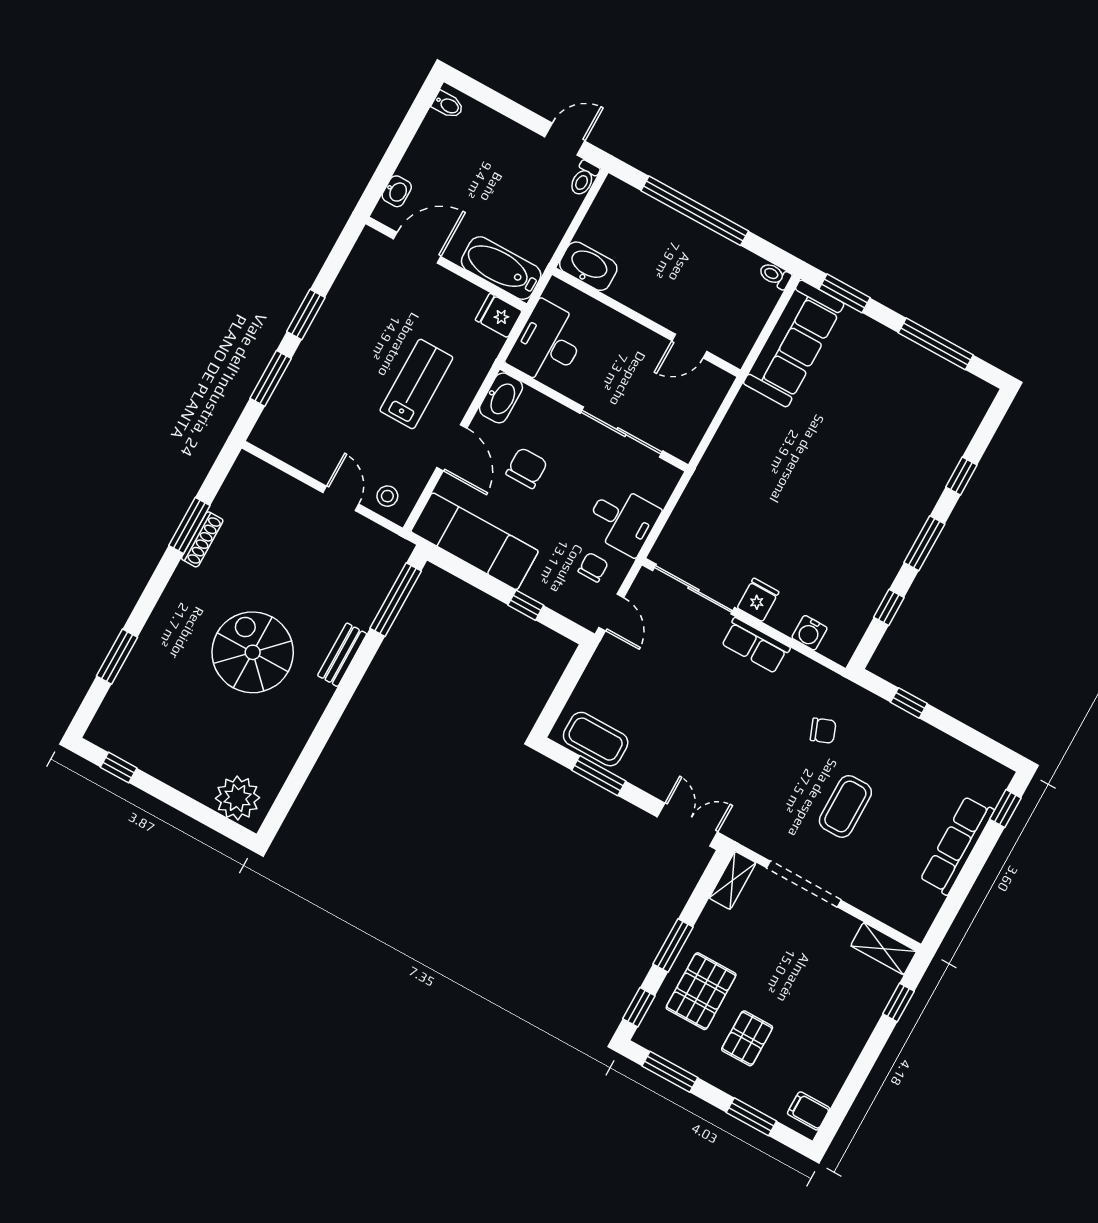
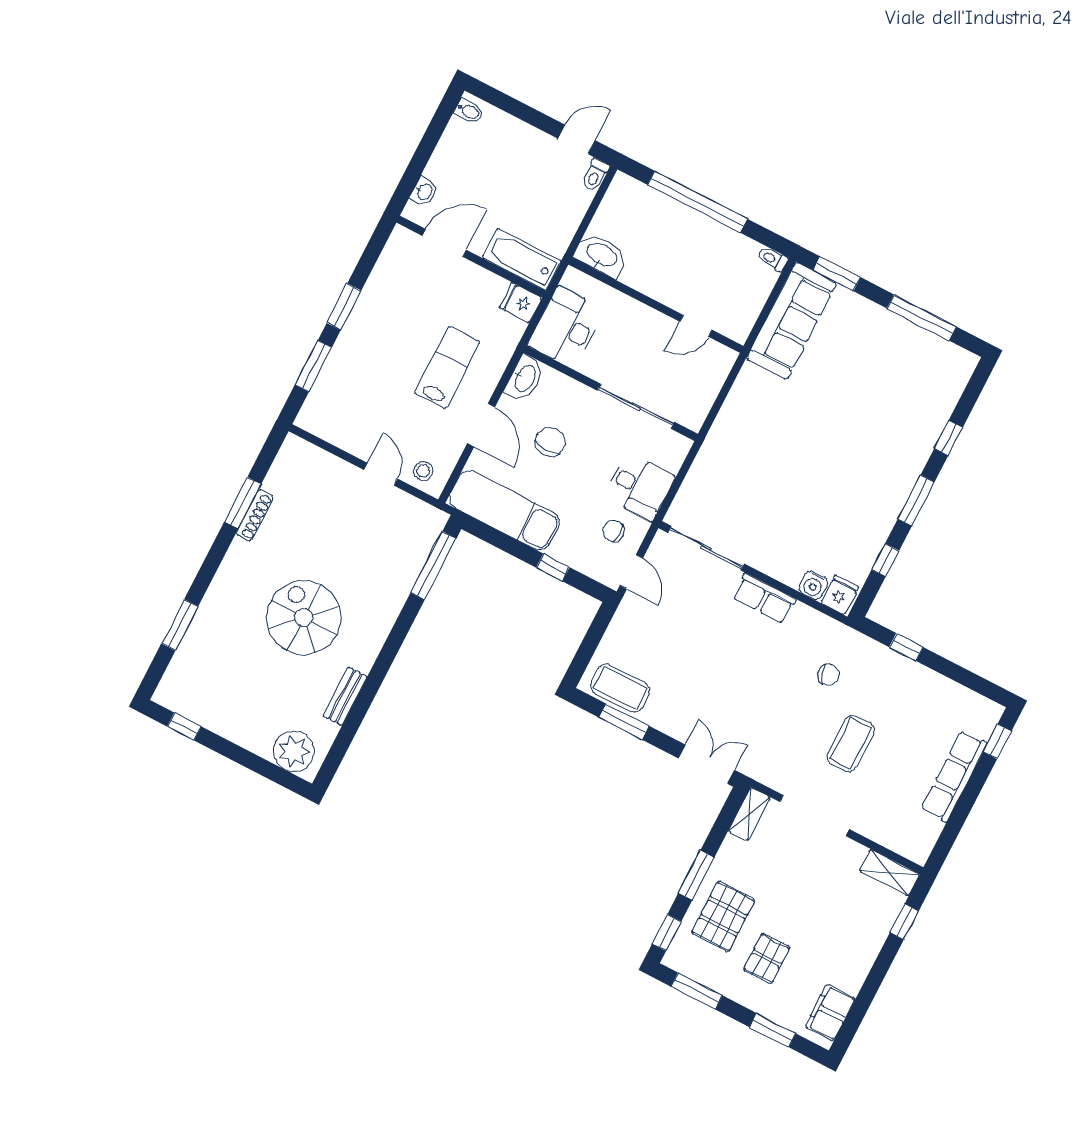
chair: (593, 567) -> (614, 531), turned -90
fridge: (758, 600) -> (840, 595), moved
bench: (342, 655) -> (345, 696), moved
filing cabinet: (809, 1111) -> (830, 1013), width x2.00

